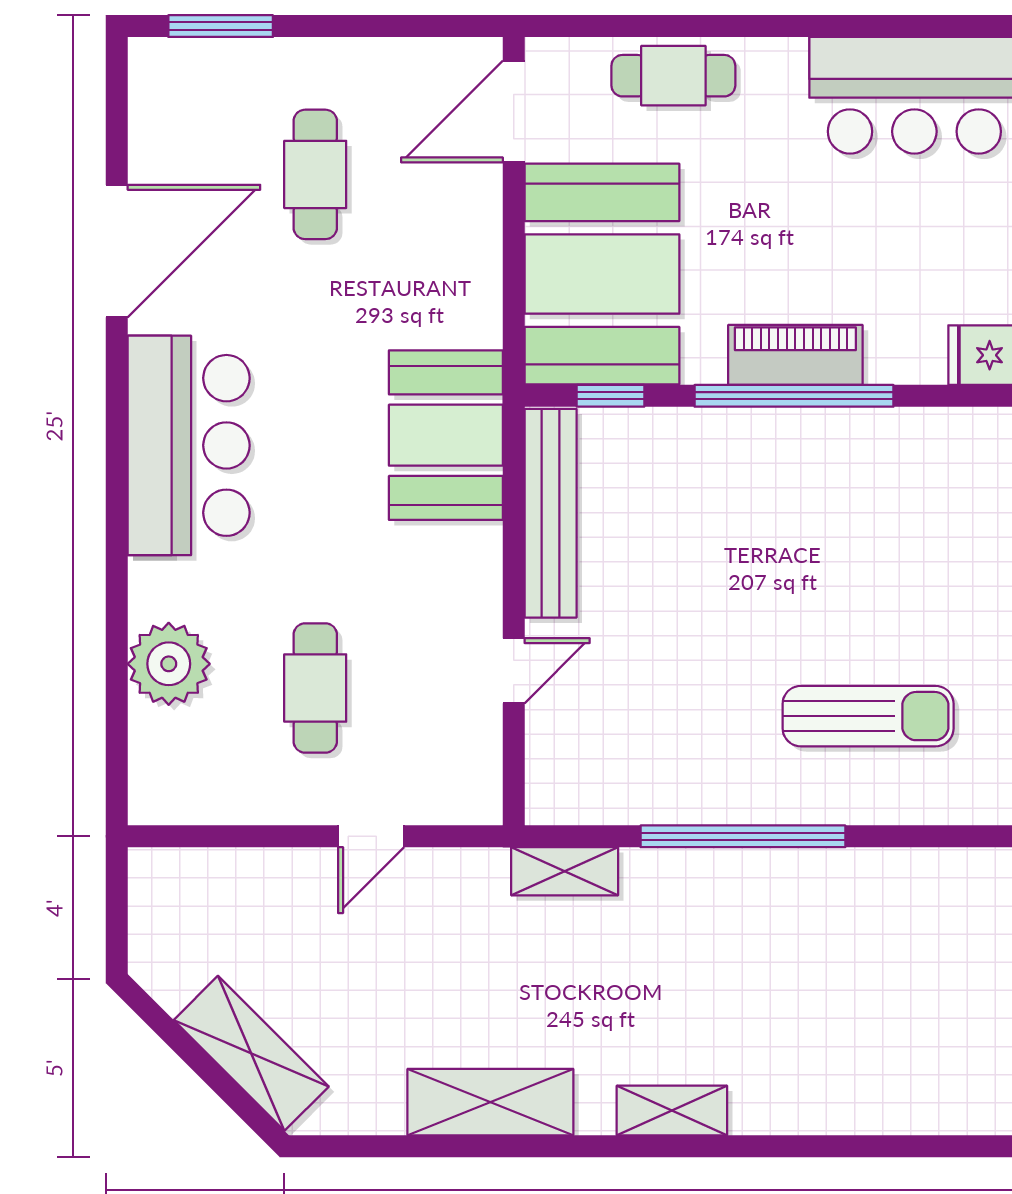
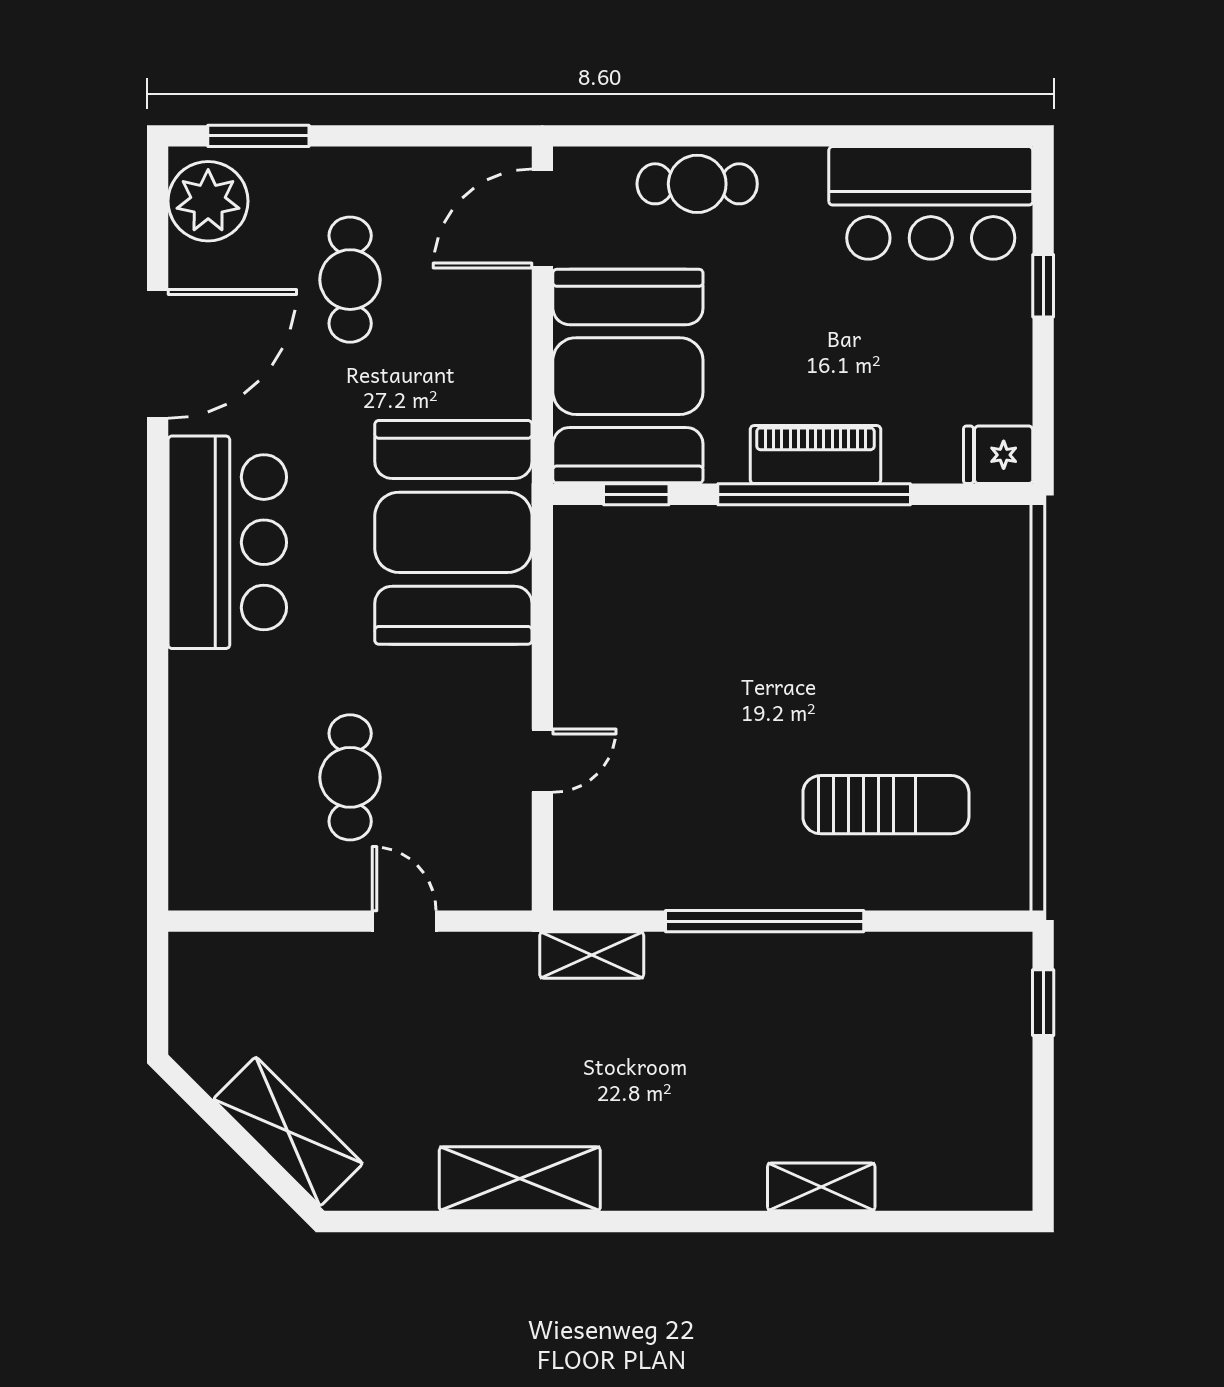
booth: (446, 435) -> (453, 532), width x1.36, depth x1.42
bench: (551, 513) -> (578, 608), removed
plant: (169, 664) -> (208, 201), moved
door: (371, 836) -> (404, 921), swing flipped
shelving: (672, 1110) -> (821, 1187), moved

